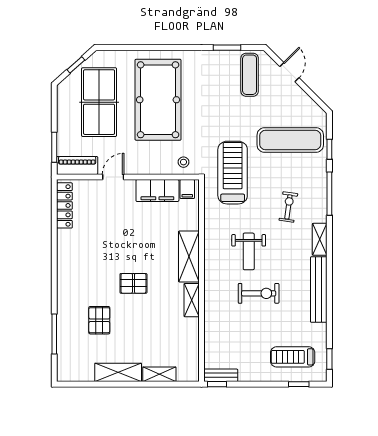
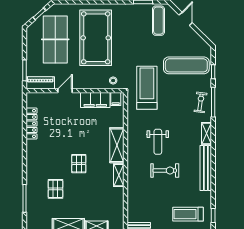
locker: (64, 205) -> (32, 124), moved
exercise bike: (288, 207) -> (200, 102), moved
pallet: (133, 283) -> (79, 164), turned 90

